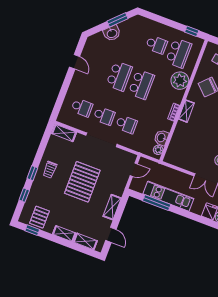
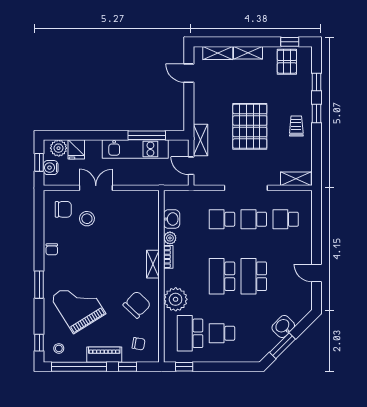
plant: (158, 150) -> (170, 238), moved
door: (134, 170) -> (191, 166), hinge flipped
shelving: (112, 207) -> (200, 140), moved

